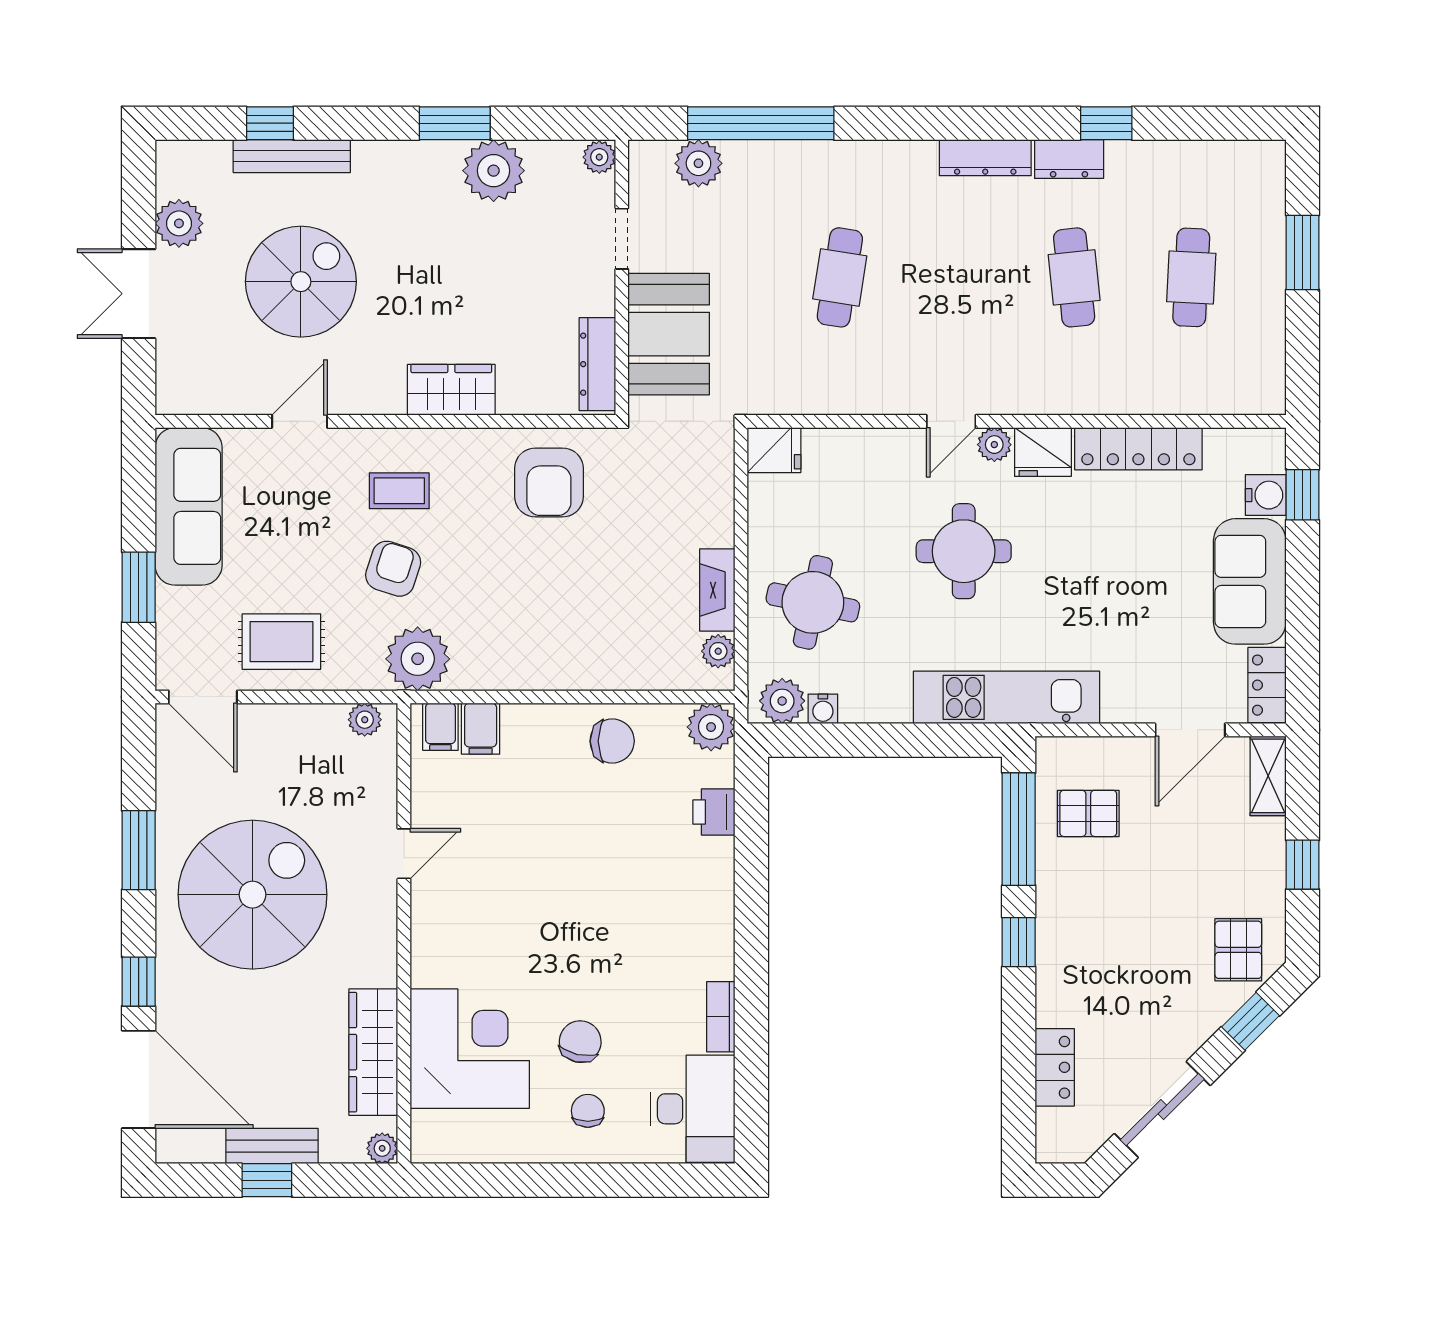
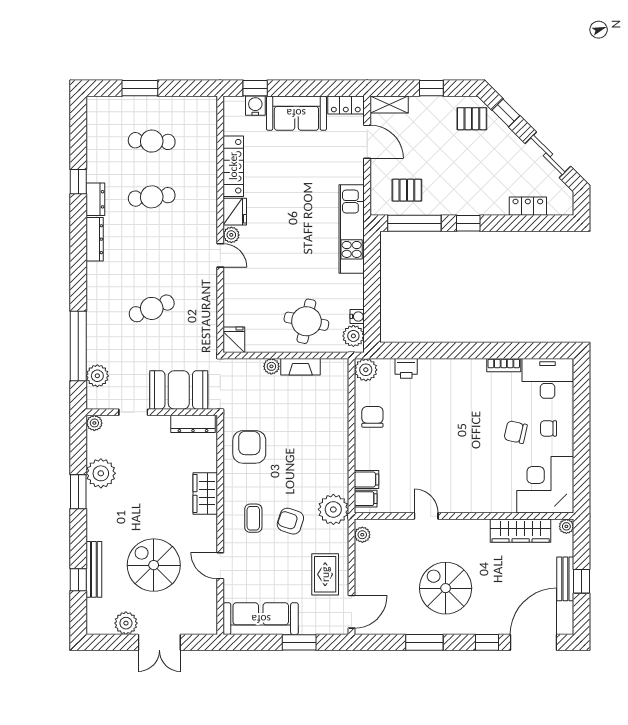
cafe table: (840, 277) -> (152, 308), turned -30
armchair: (549, 482) -> (249, 447), turned -90
round table: (964, 551) -> (282, 249), removed
plant: (718, 651) -> (271, 366), moved
pallet: (1088, 813) -> (407, 190), turned 90
spiral stairs: (252, 895) -> (446, 588), width x0.73, depth x0.73
corner desk: (470, 1049) -> (545, 485), moved

